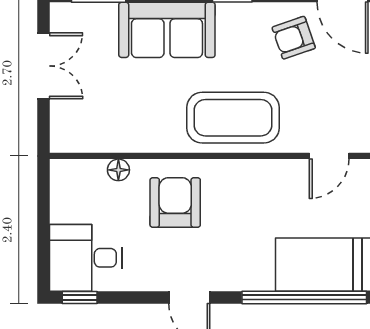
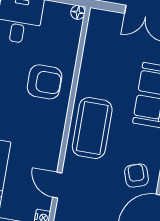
floor lamp: (118, 170) -> (78, 12), moved

